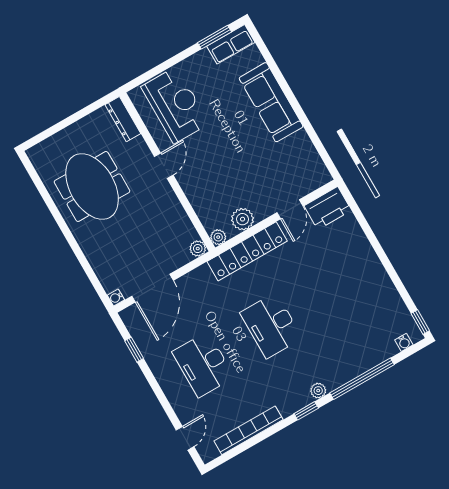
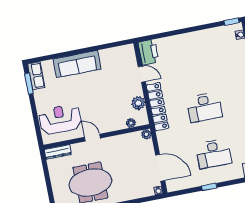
plant: (218, 237) -> (131, 123), moved
window: (134, 350) -> (209, 187), moved

